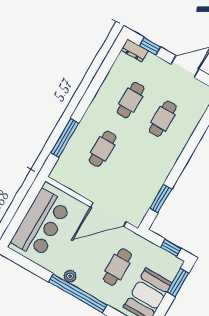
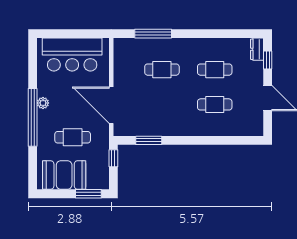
window: (171, 248) -> (113, 158), moved

